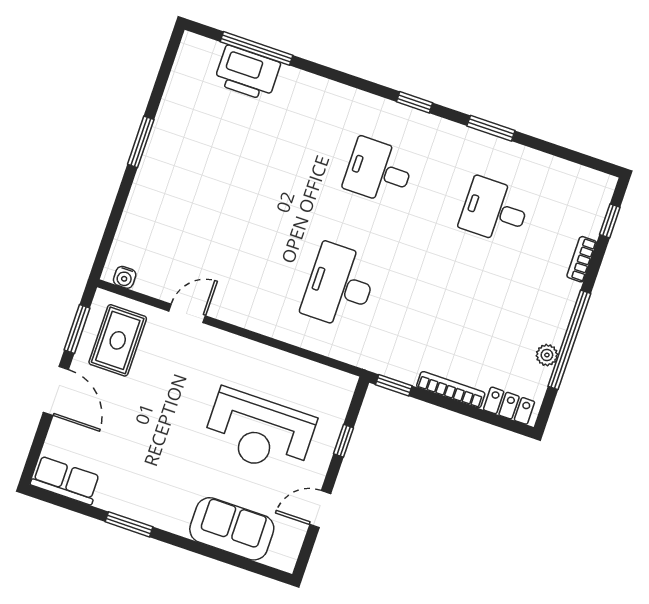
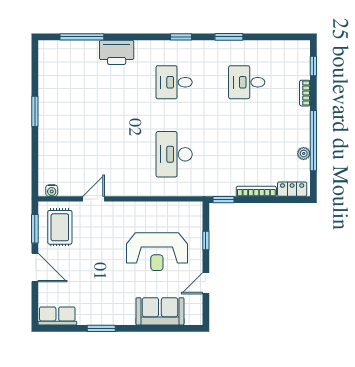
printer: (247, 73) -> (117, 52), moved

